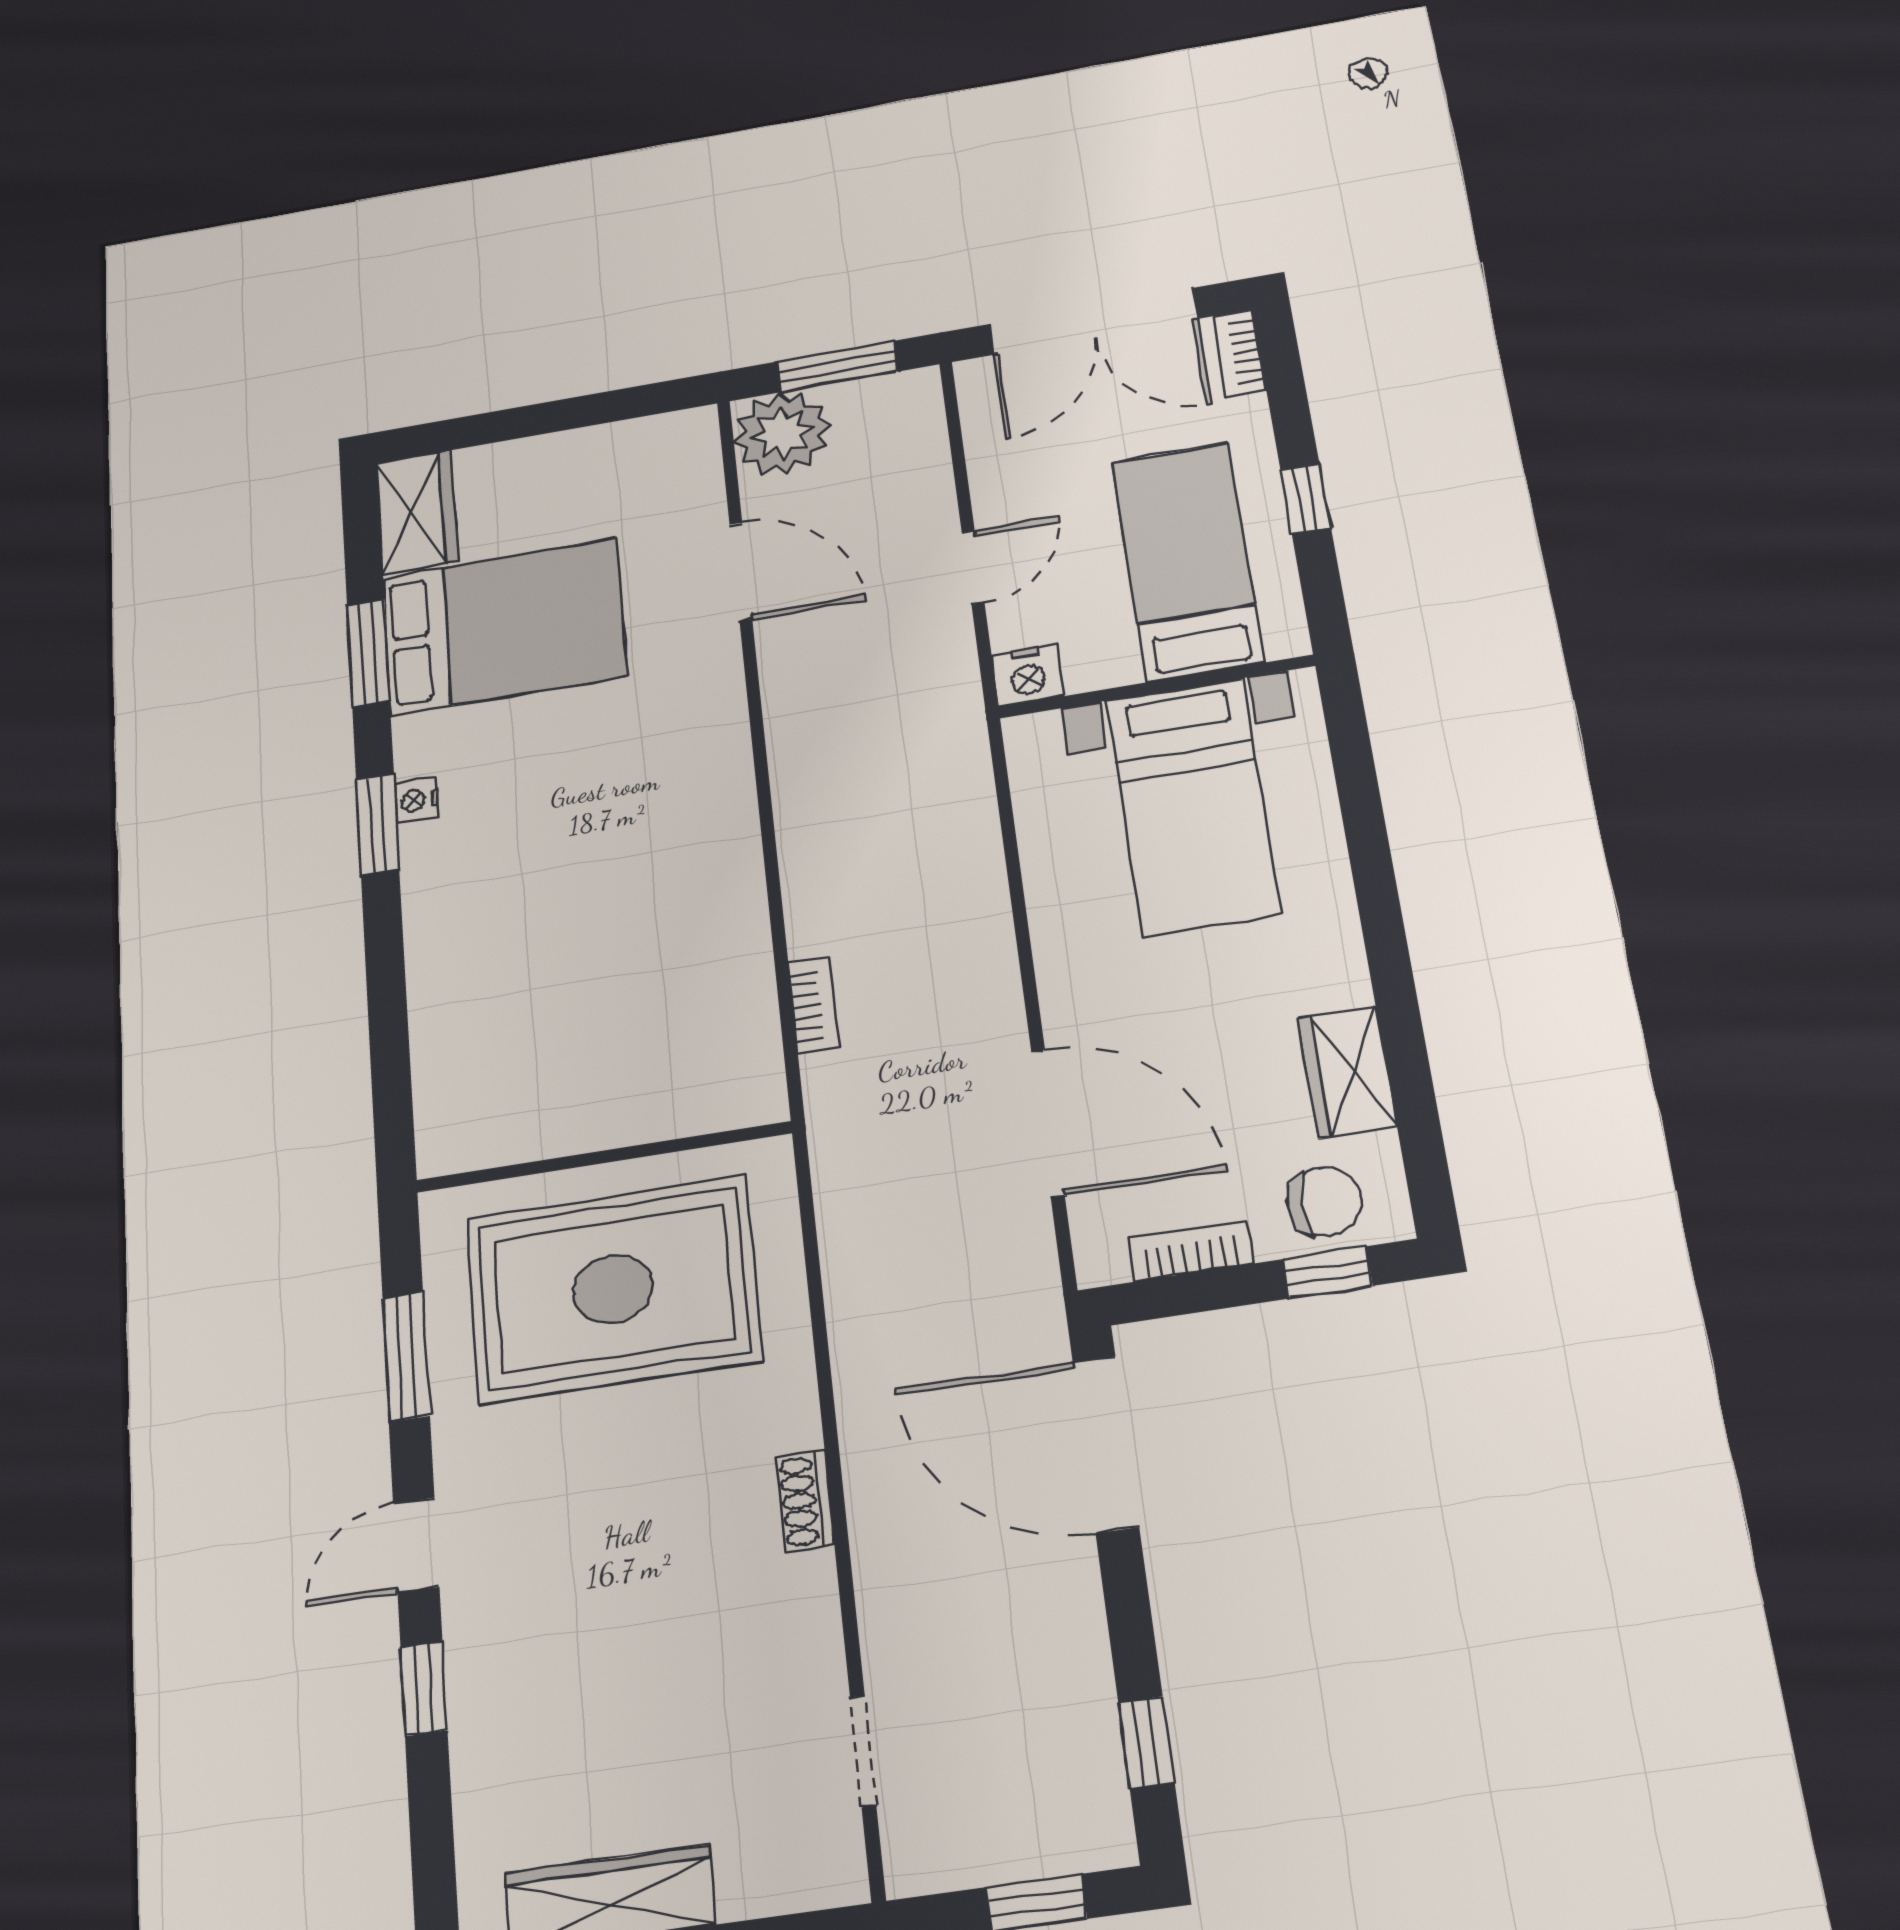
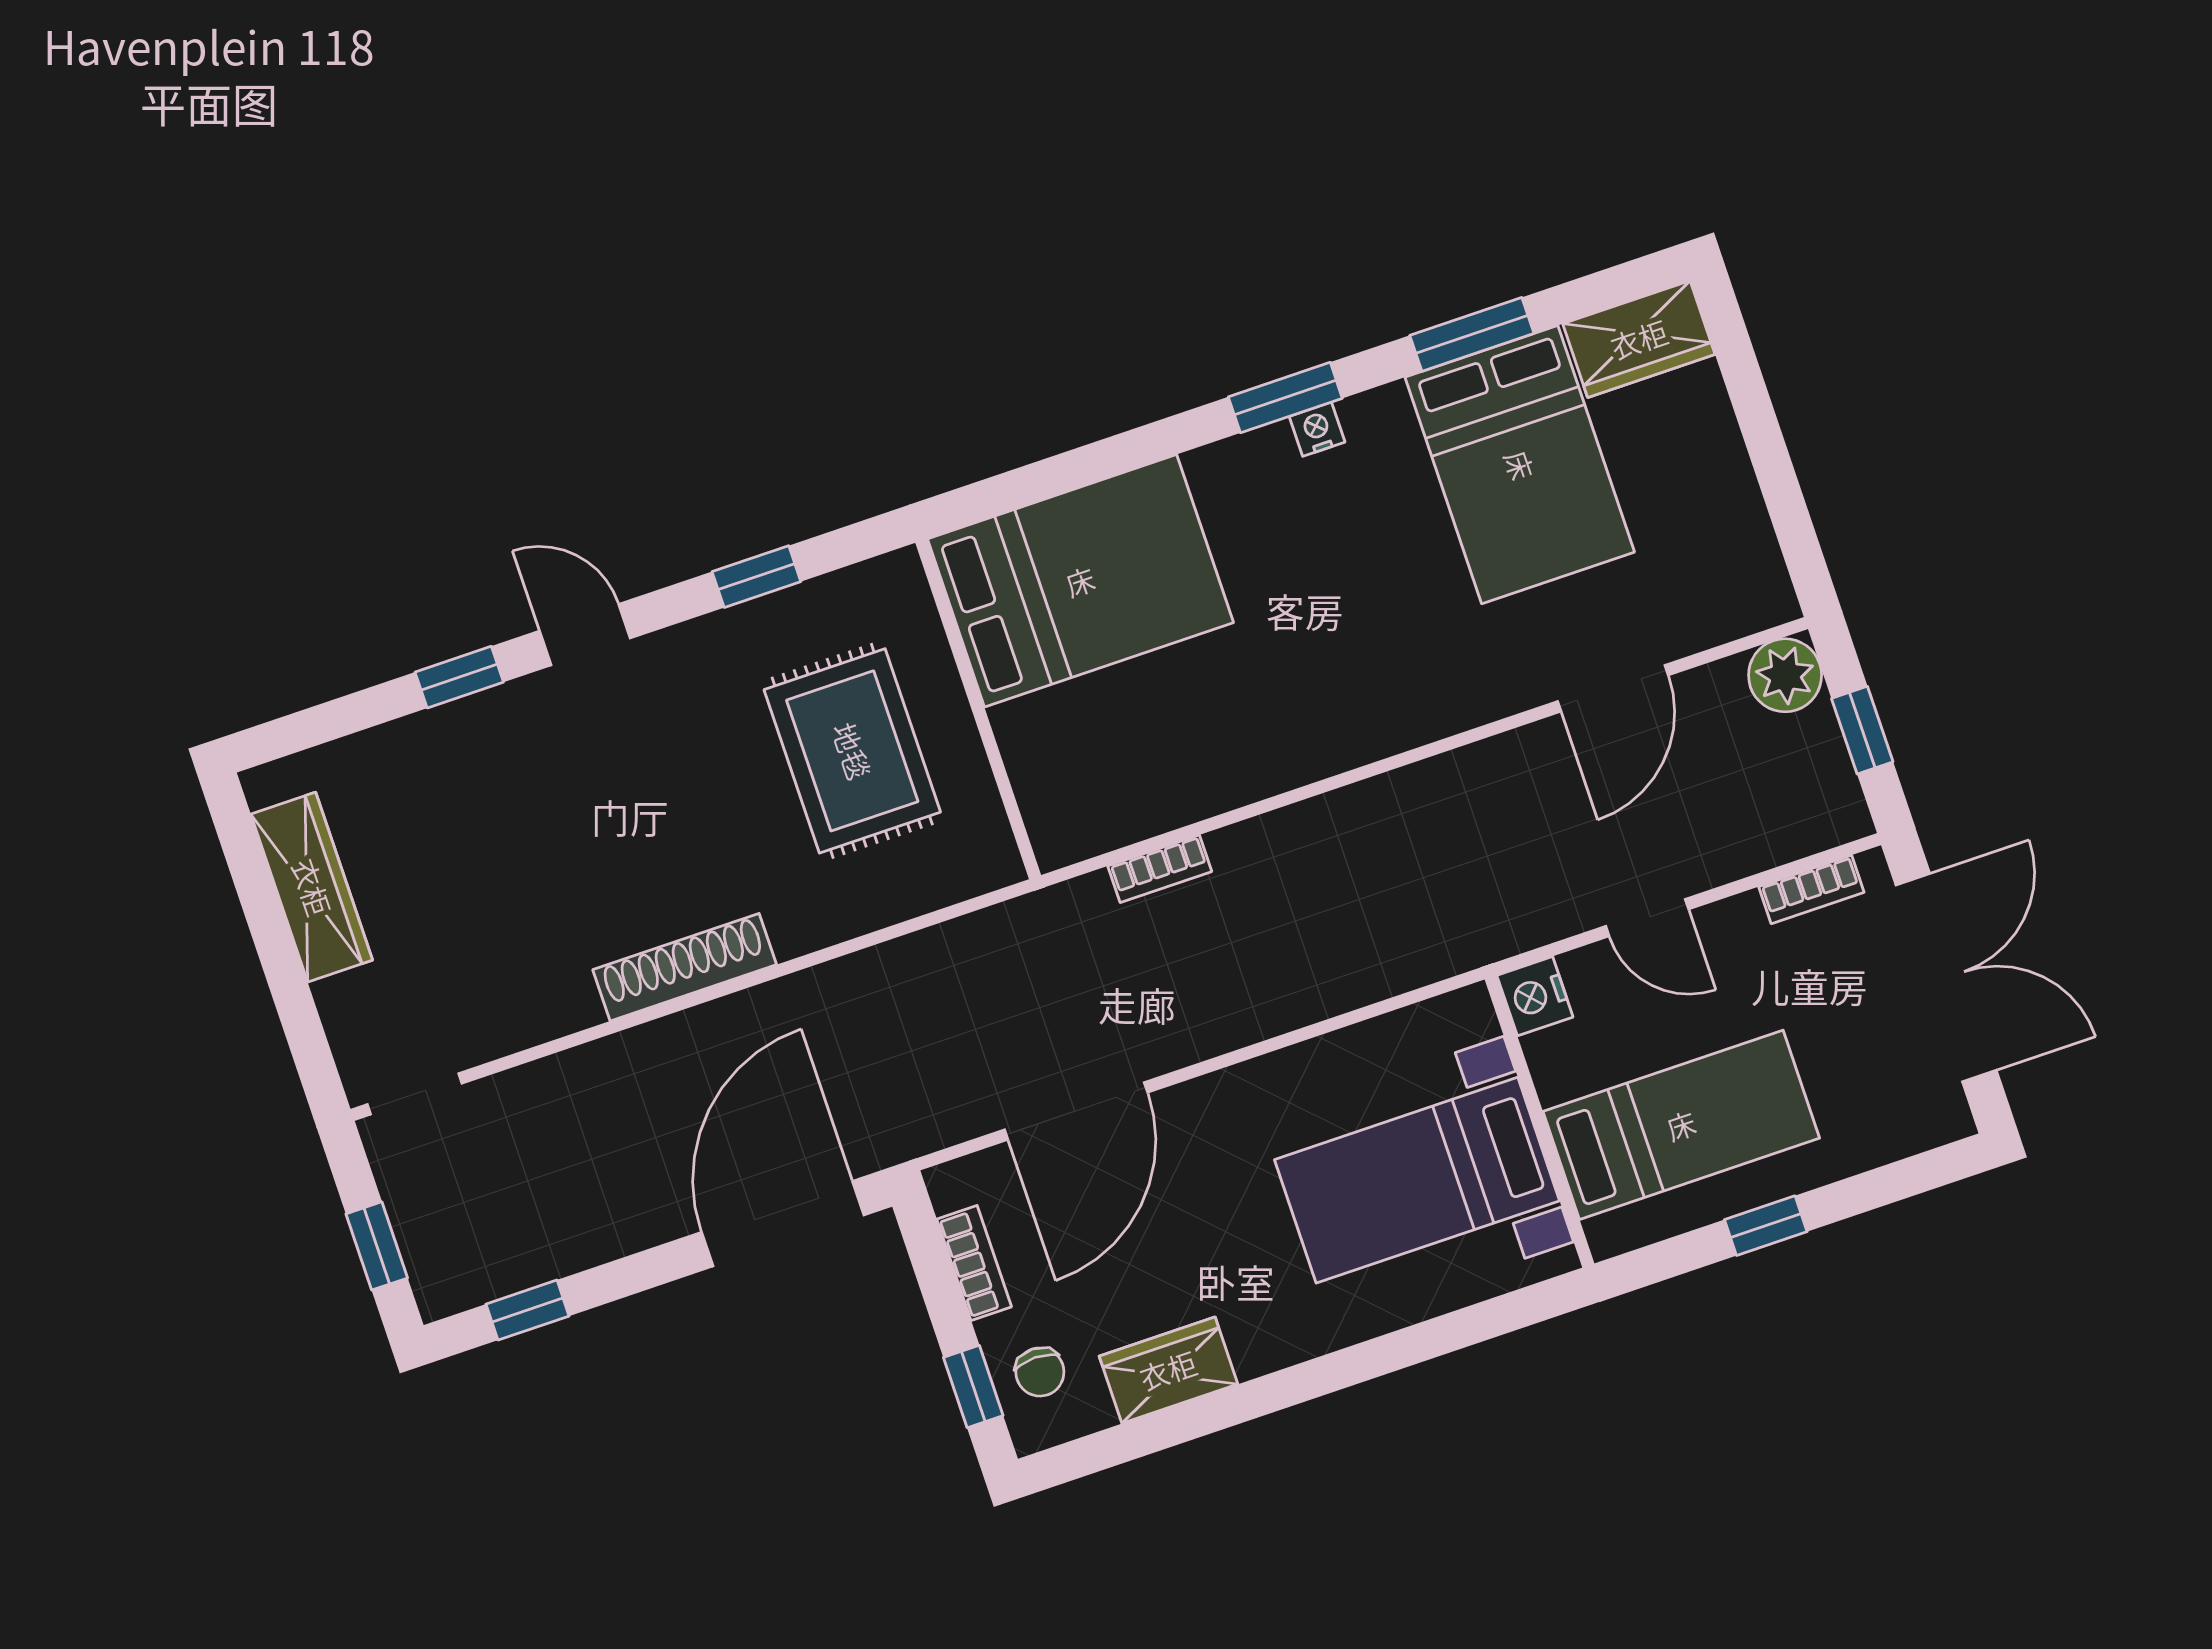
double door: (1093, 321) -> (1946, 978), swing flipped
bookcase: (1239, 353) -> (1811, 890), moved, turned 180
window: (838, 366) -> (1862, 730), width x0.67
plant: (782, 433) -> (1785, 675), width x0.73, depth x0.73
bed: (501, 1039) -> (1080, 581), added
chair: (1324, 1201) -> (1040, 1372), width x0.73, depth x0.73
rug: (613, 1289) -> (852, 751), width x0.73, depth x0.69
window: (406, 1357) -> (756, 577), width x0.67
shoe rack: (805, 1500) -> (685, 967), width x1.94, depth x1.24
doorway: (863, 1751) -> (415, 1094), moved

